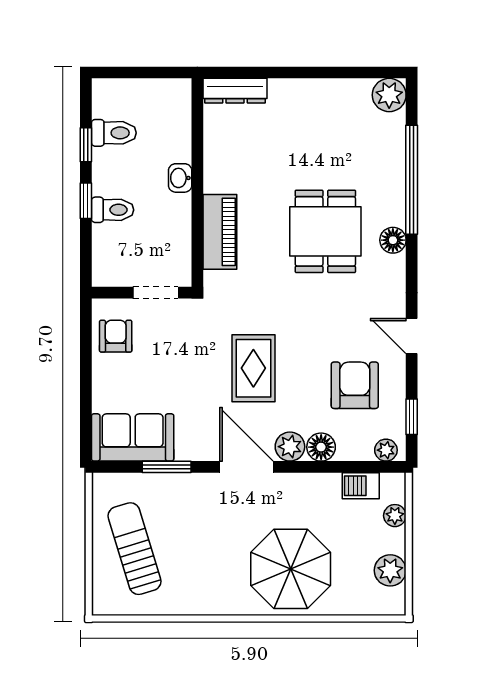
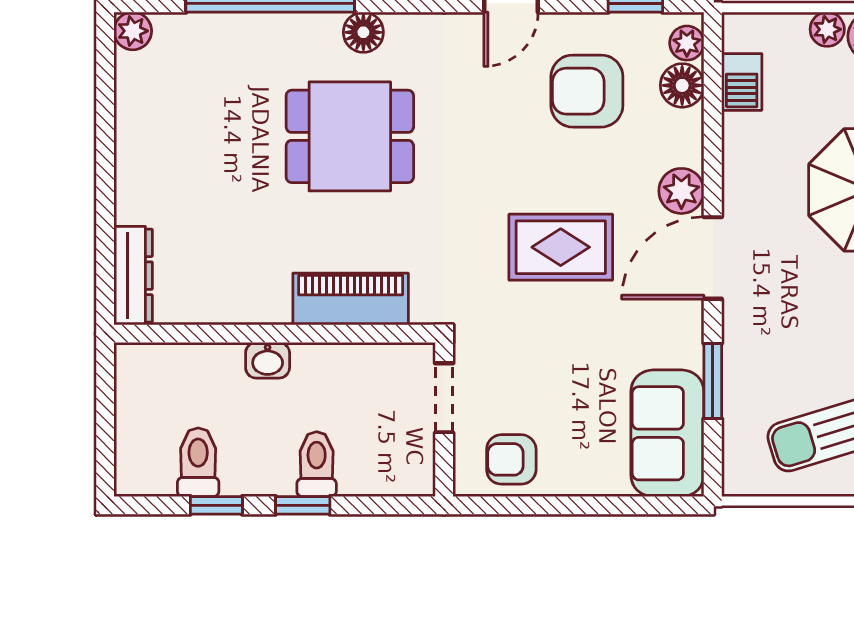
plant: (389, 95) -> (133, 31), width x0.73, depth x0.73
floor lamp: (321, 447) -> (682, 85), moved
plant: (395, 516) -> (827, 29), moved

